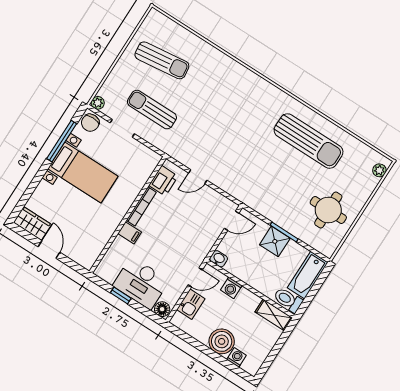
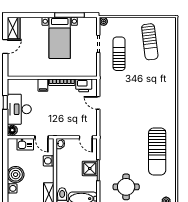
chair: (90, 123) -> (90, 24), removed

